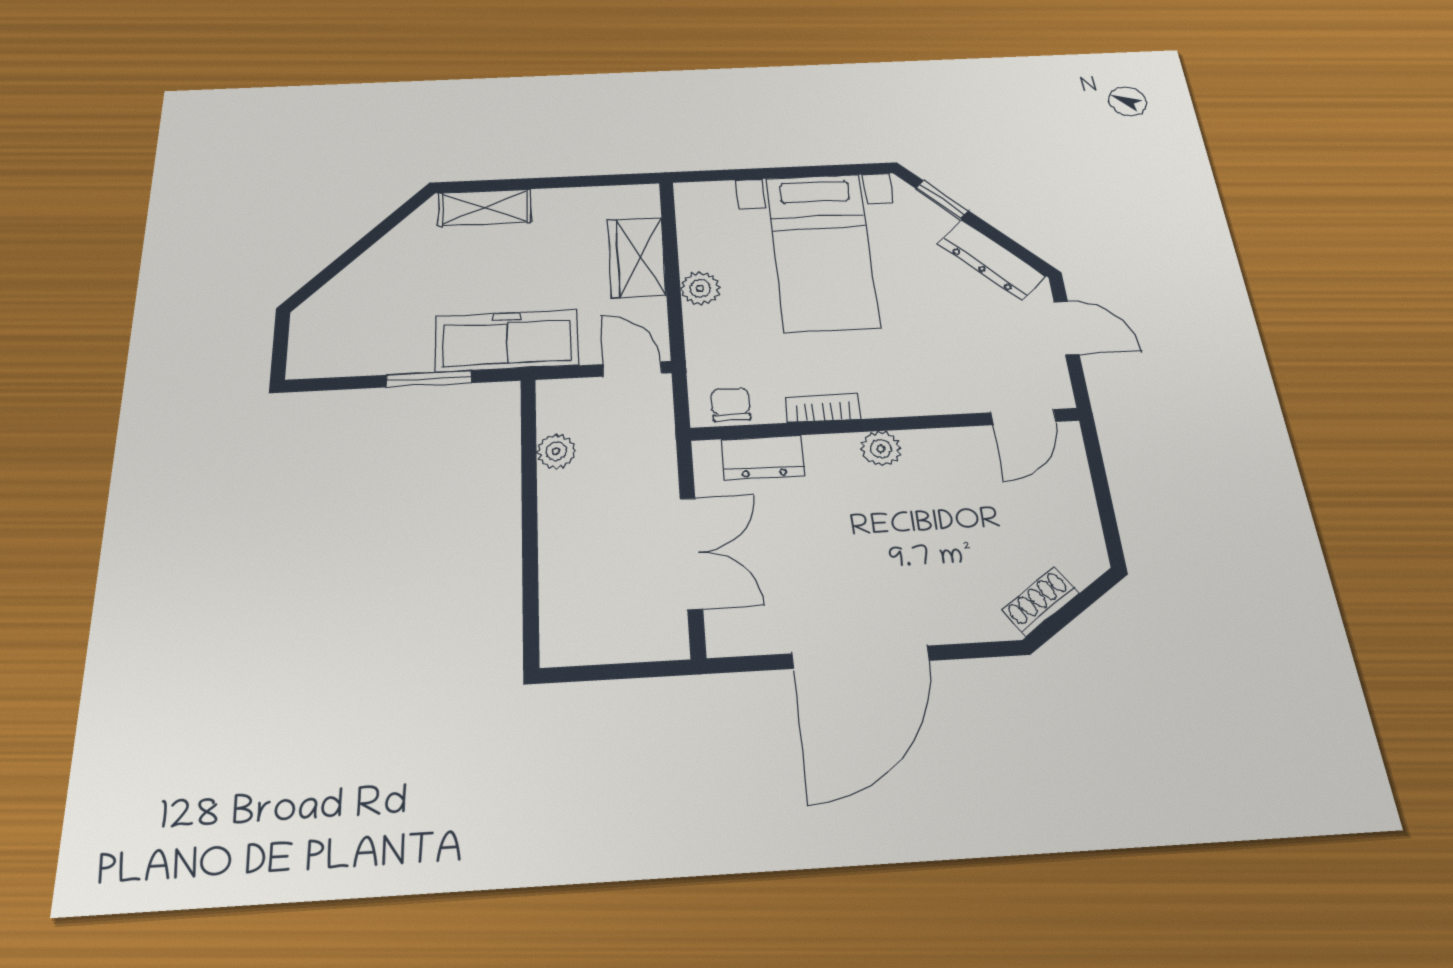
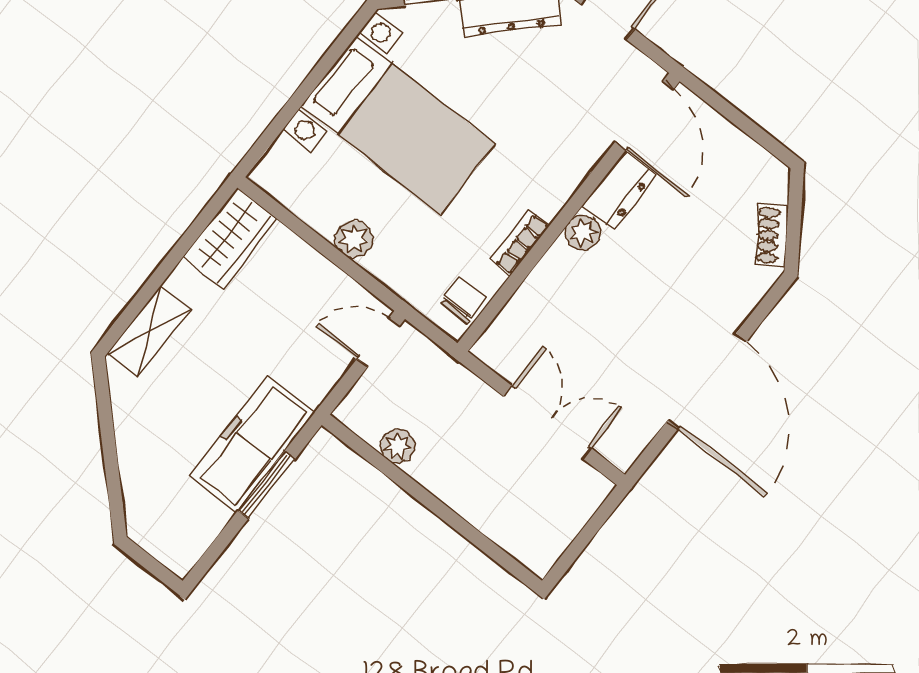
wardrobe: (637, 257) -> (230, 238), moved, turned -90
freezer: (507, 341) -> (252, 445), moved
chair: (731, 404) -> (463, 301), turned 90
door: (1023, 417) -> (644, 116), width x1.38
dresser: (763, 457) -> (619, 190), moved

